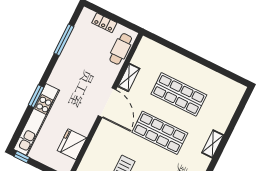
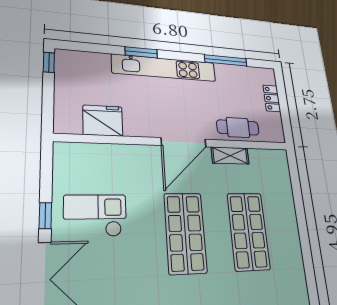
cafe table: (121, 49) -> (238, 127), moved
kitchen unit: (36, 120) -> (165, 68), moved

